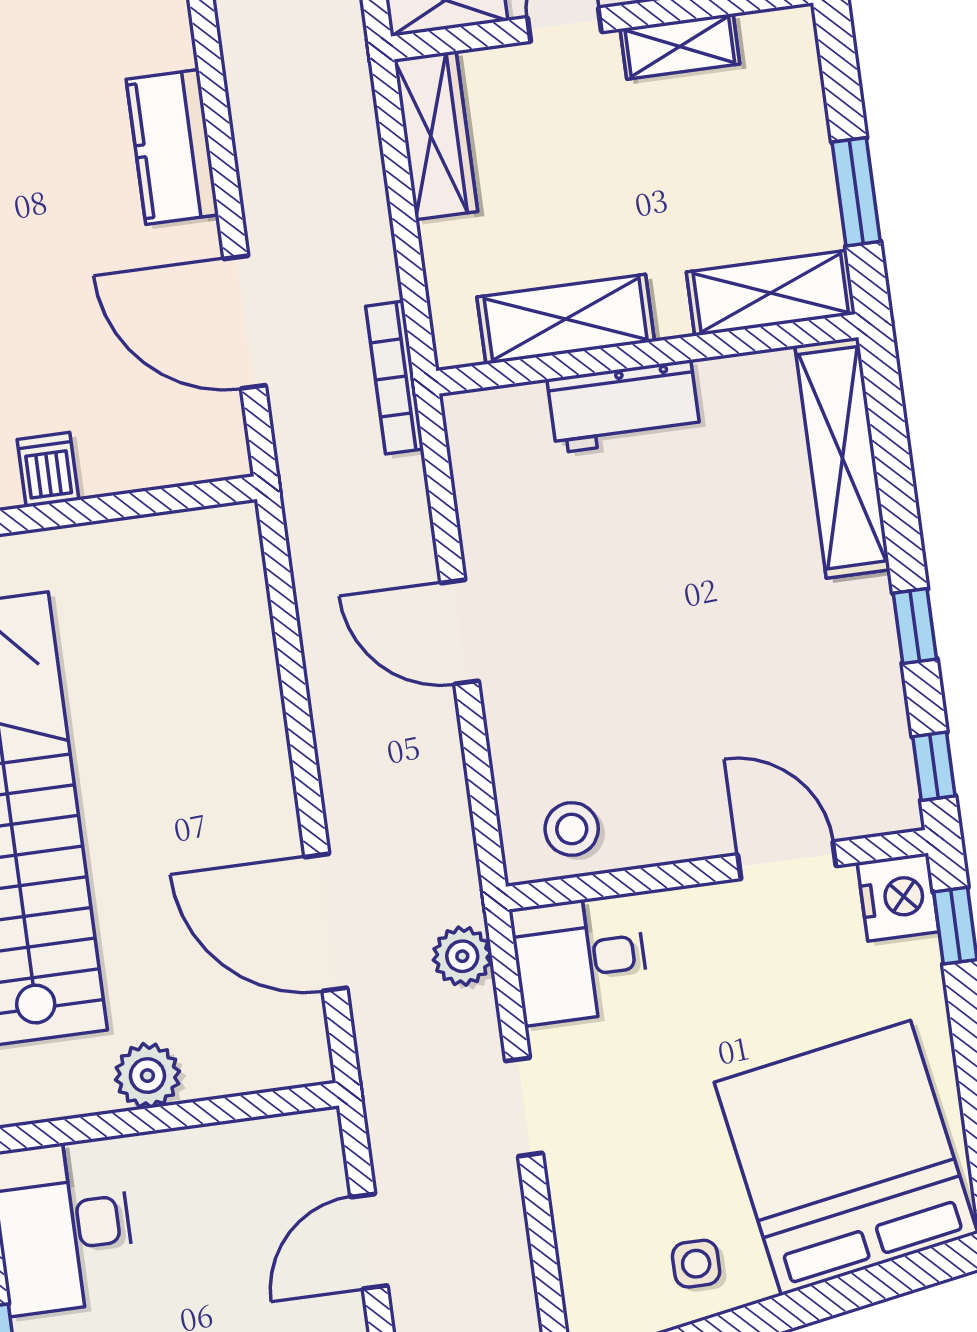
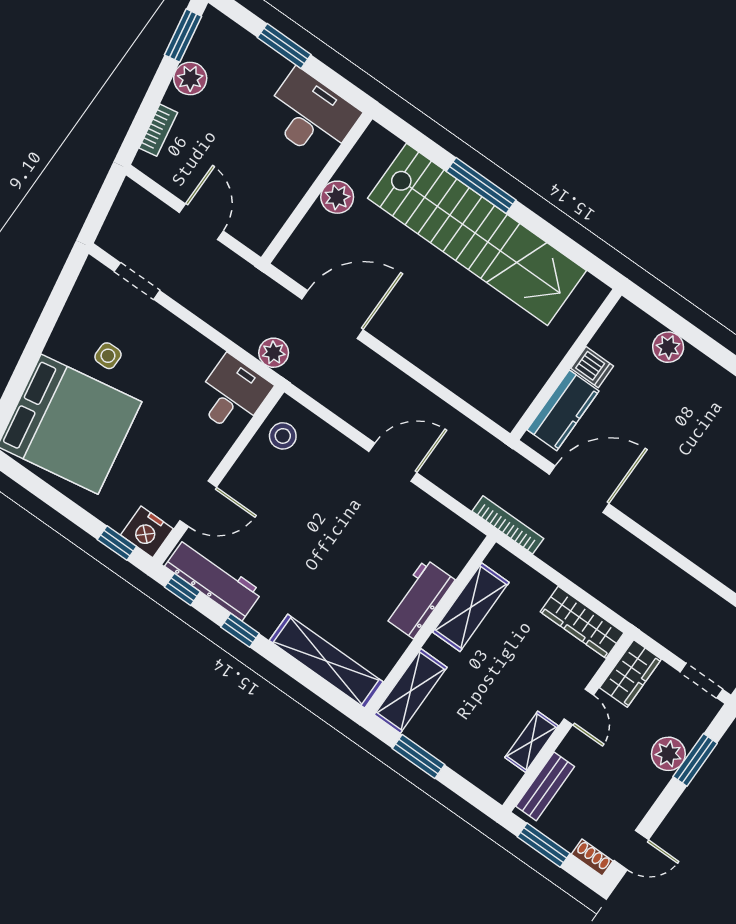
kitchen counter: (172, 147) -> (563, 410), moved, turned 90
workbench: (876, 735) -> (214, 579), added
doorway: (524, 1107) -> (137, 281), moved
side table: (696, 1264) -> (108, 356), moved

